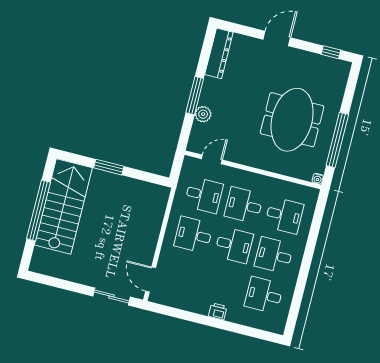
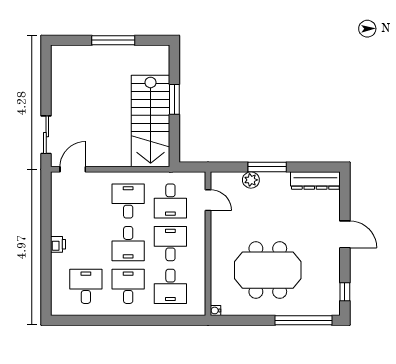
window: (337, 140) -> (304, 320), moved
stairs: (63, 206) -> (151, 121), moved, turned 90
window: (38, 211) -> (113, 40), width x0.68

